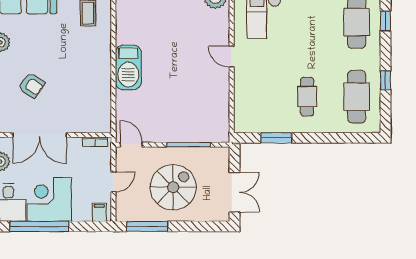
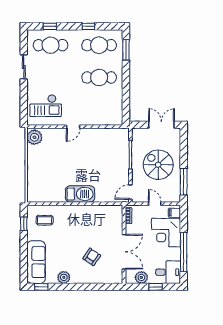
cafe table: (307, 97) -> (99, 78), width x1.37, depth x1.35
window: (276, 138) -> (126, 50), moved
corner desk: (49, 199) -> (166, 233), moved

